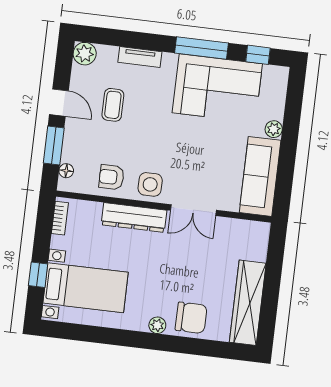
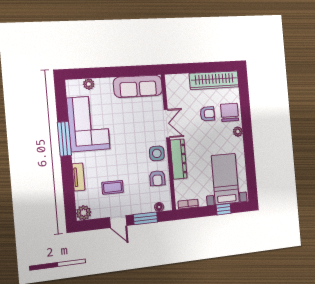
window: (258, 55) -> (61, 102), removed
door: (59, 103) -> (118, 222), swing flipped
plant: (274, 129) -> (89, 84), moved
armchair: (196, 280) -> (207, 114), added

